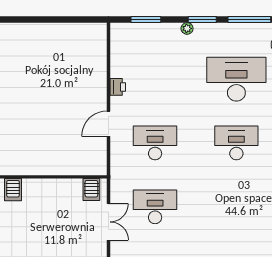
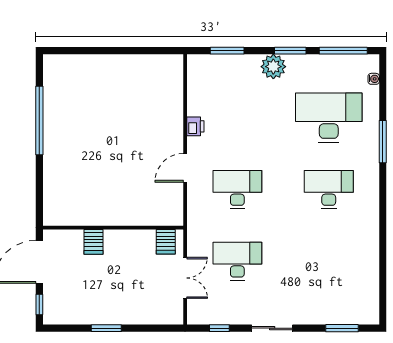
plant: (187, 28) -> (273, 67), width x1.88, depth x1.88
server rack: (13, 190) -> (93, 242), moved

